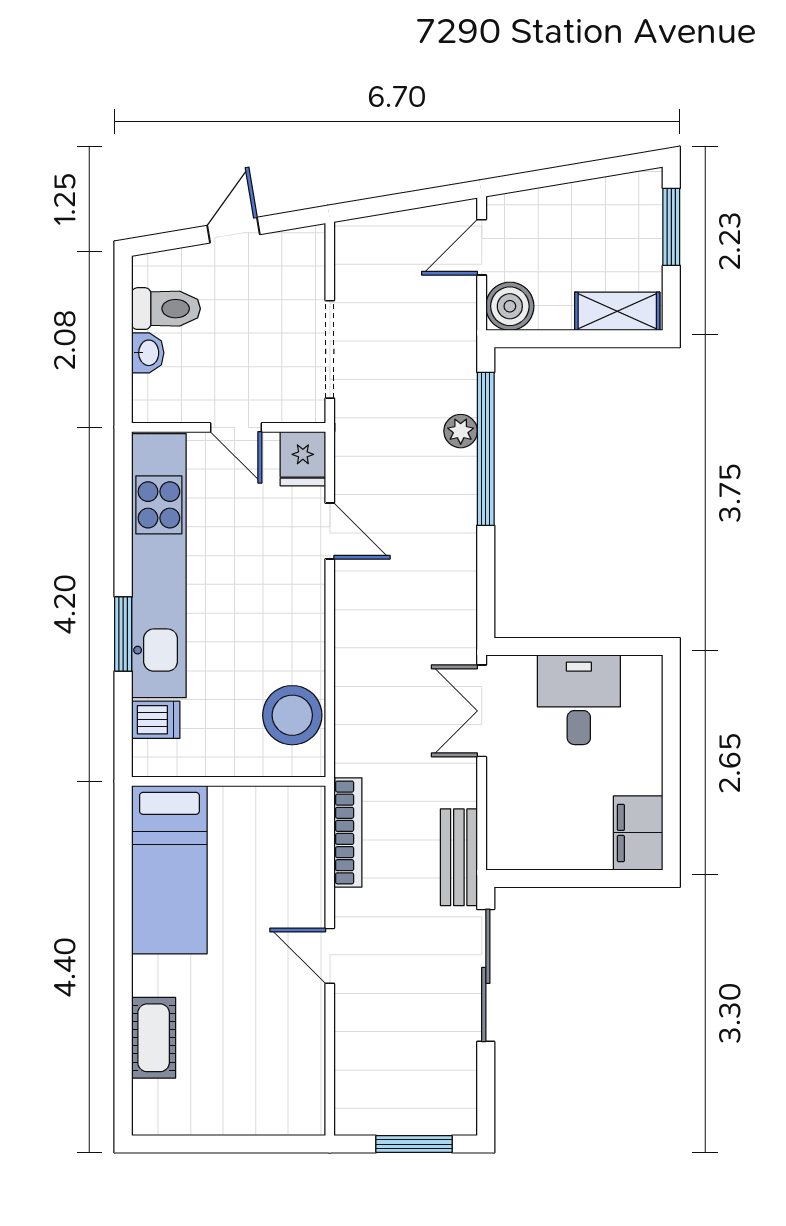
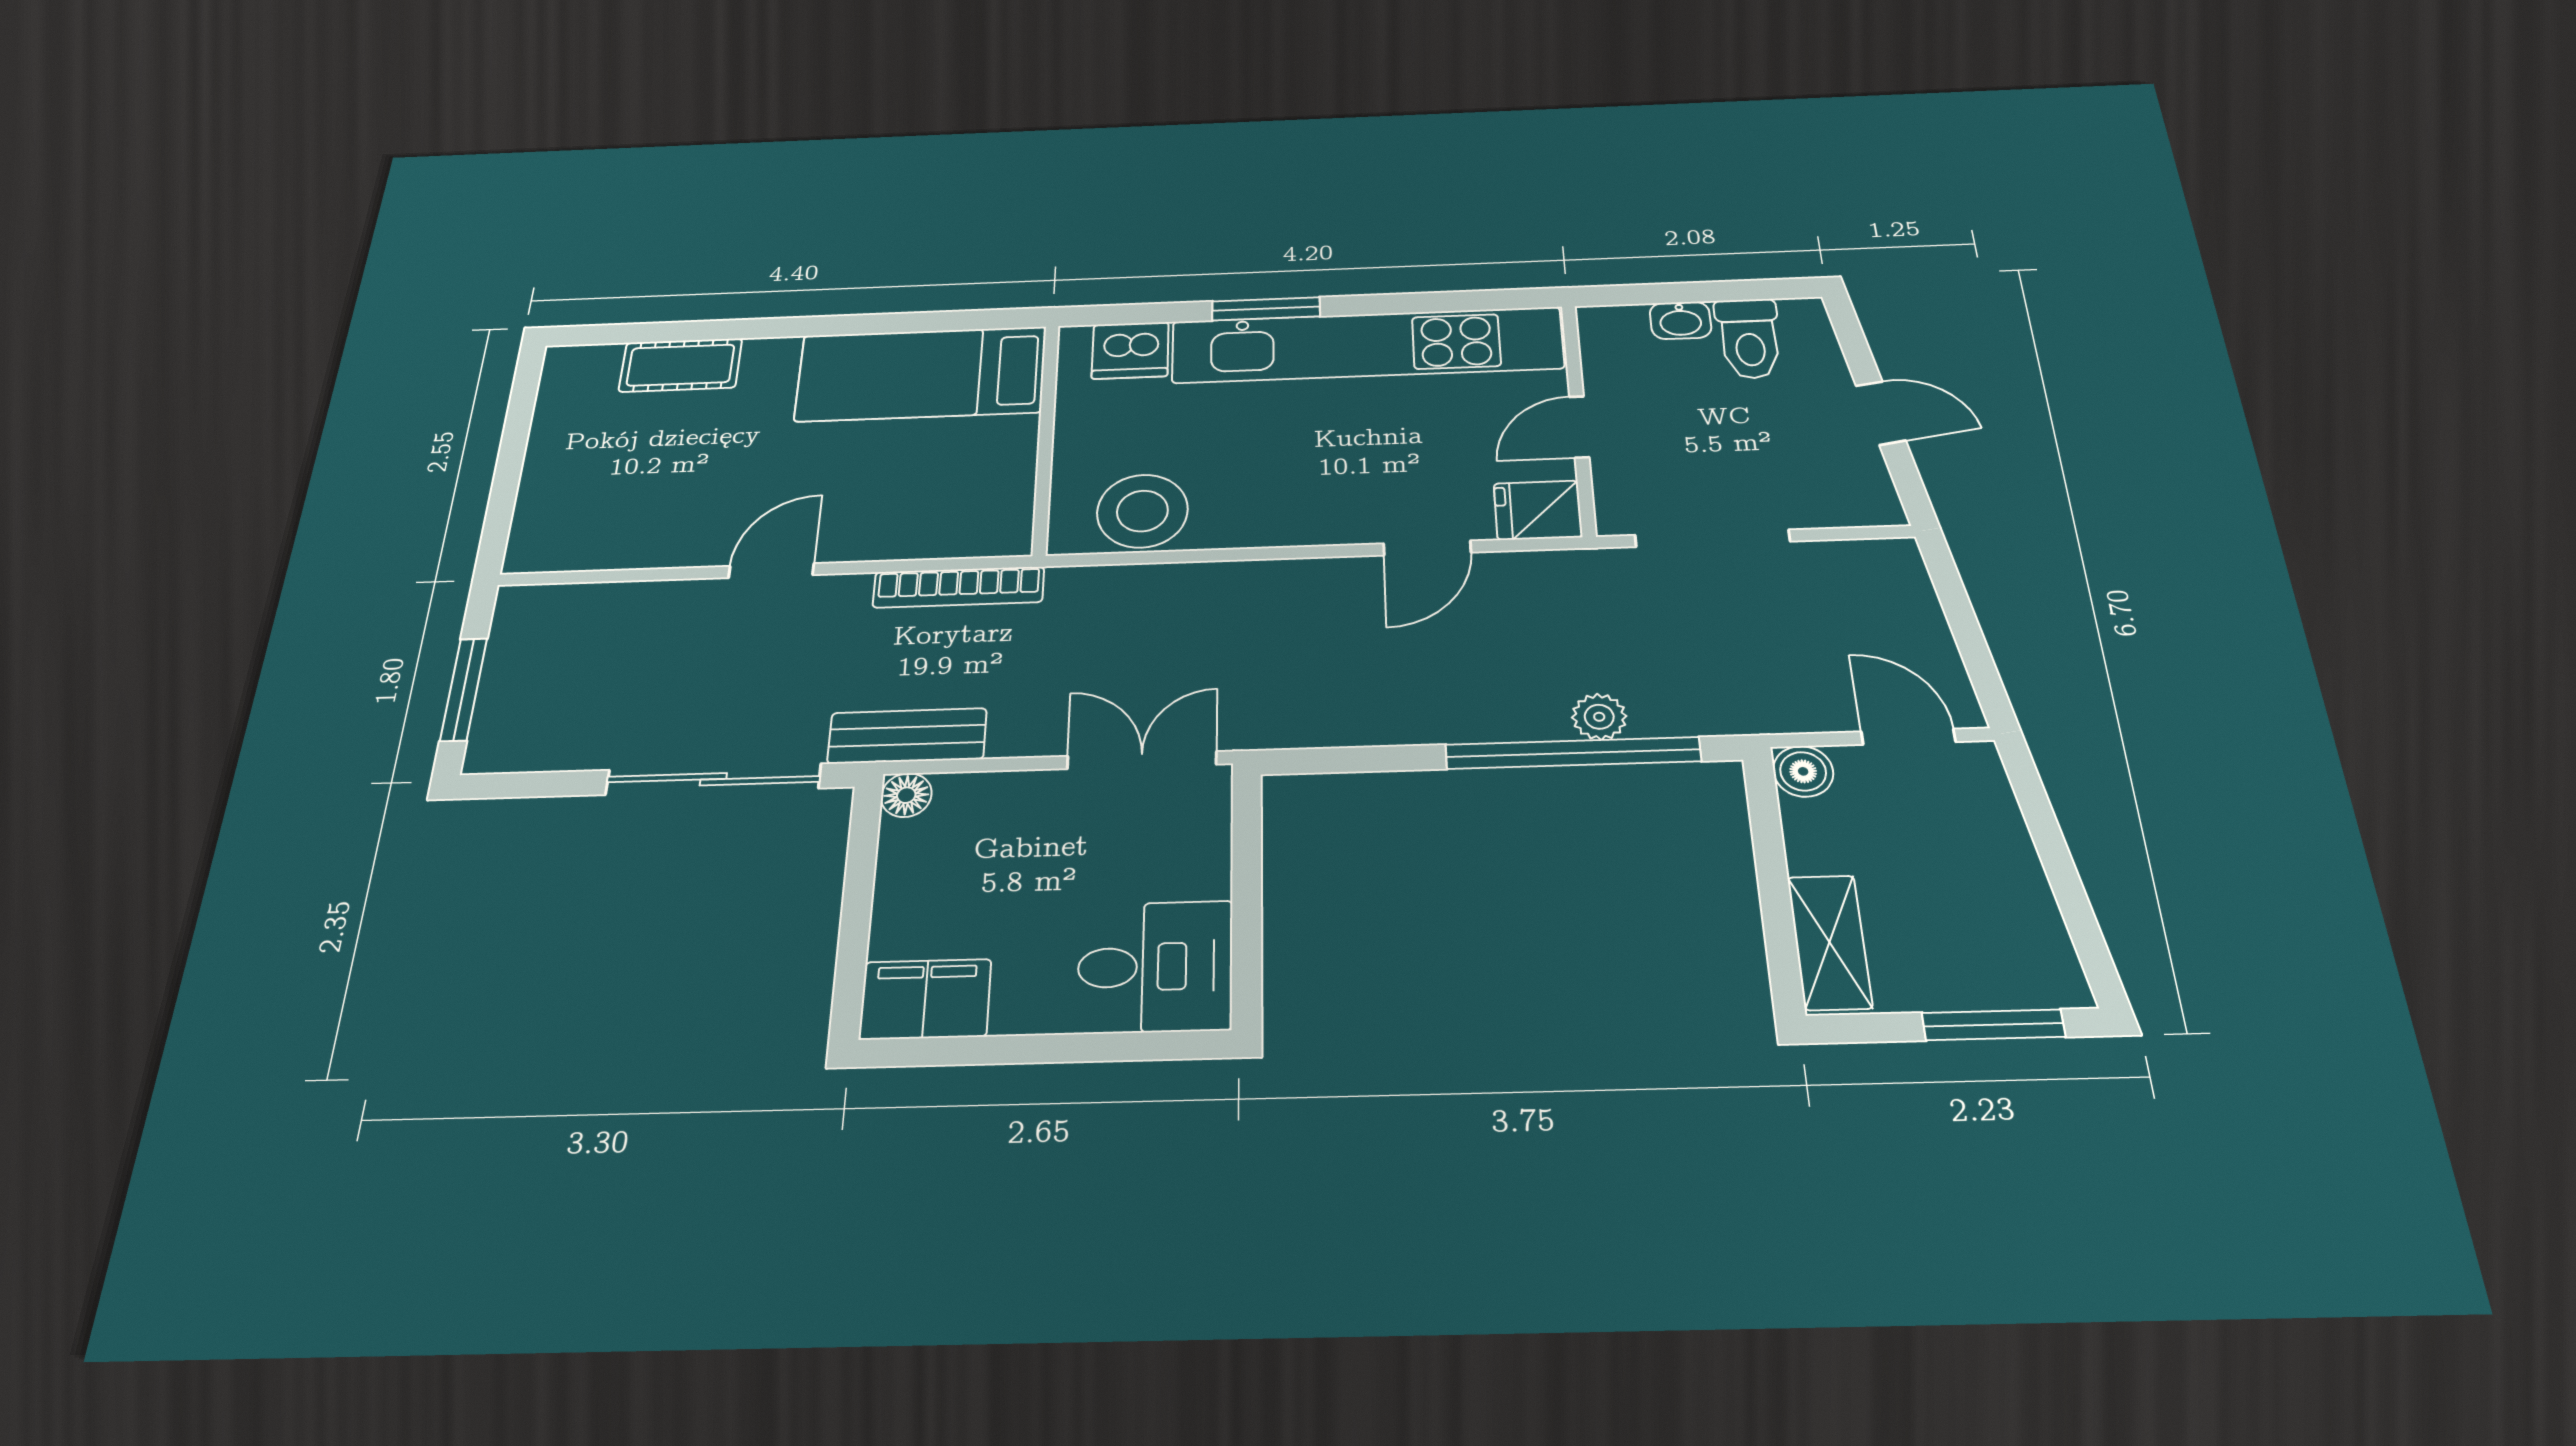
boiler: (510, 306) -> (1803, 771), width x0.73, depth x0.73
desk: (579, 700) -> (1155, 967), moved
dishwasher: (156, 720) -> (1130, 350), width x1.38
floor lamp: (501, 855) -> (906, 795), added

